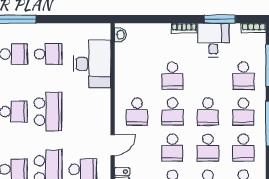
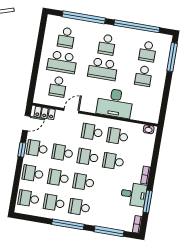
desk: (92, 64) -> (115, 103), moved
school desk: (243, 76) -> (118, 136), moved
door: (113, 145) -> (71, 111), swing flipped

